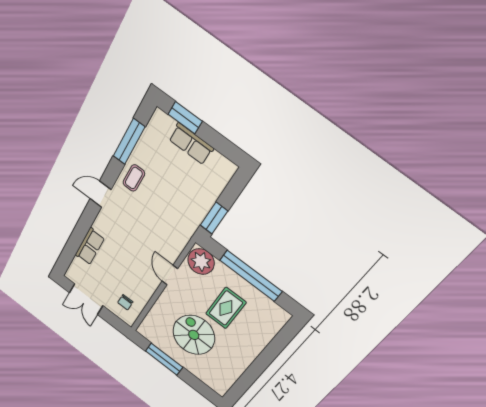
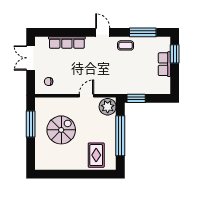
row of seats: (90, 246) -> (67, 42), width x1.48
rug: (226, 308) -> (96, 155), moved, turned 90

